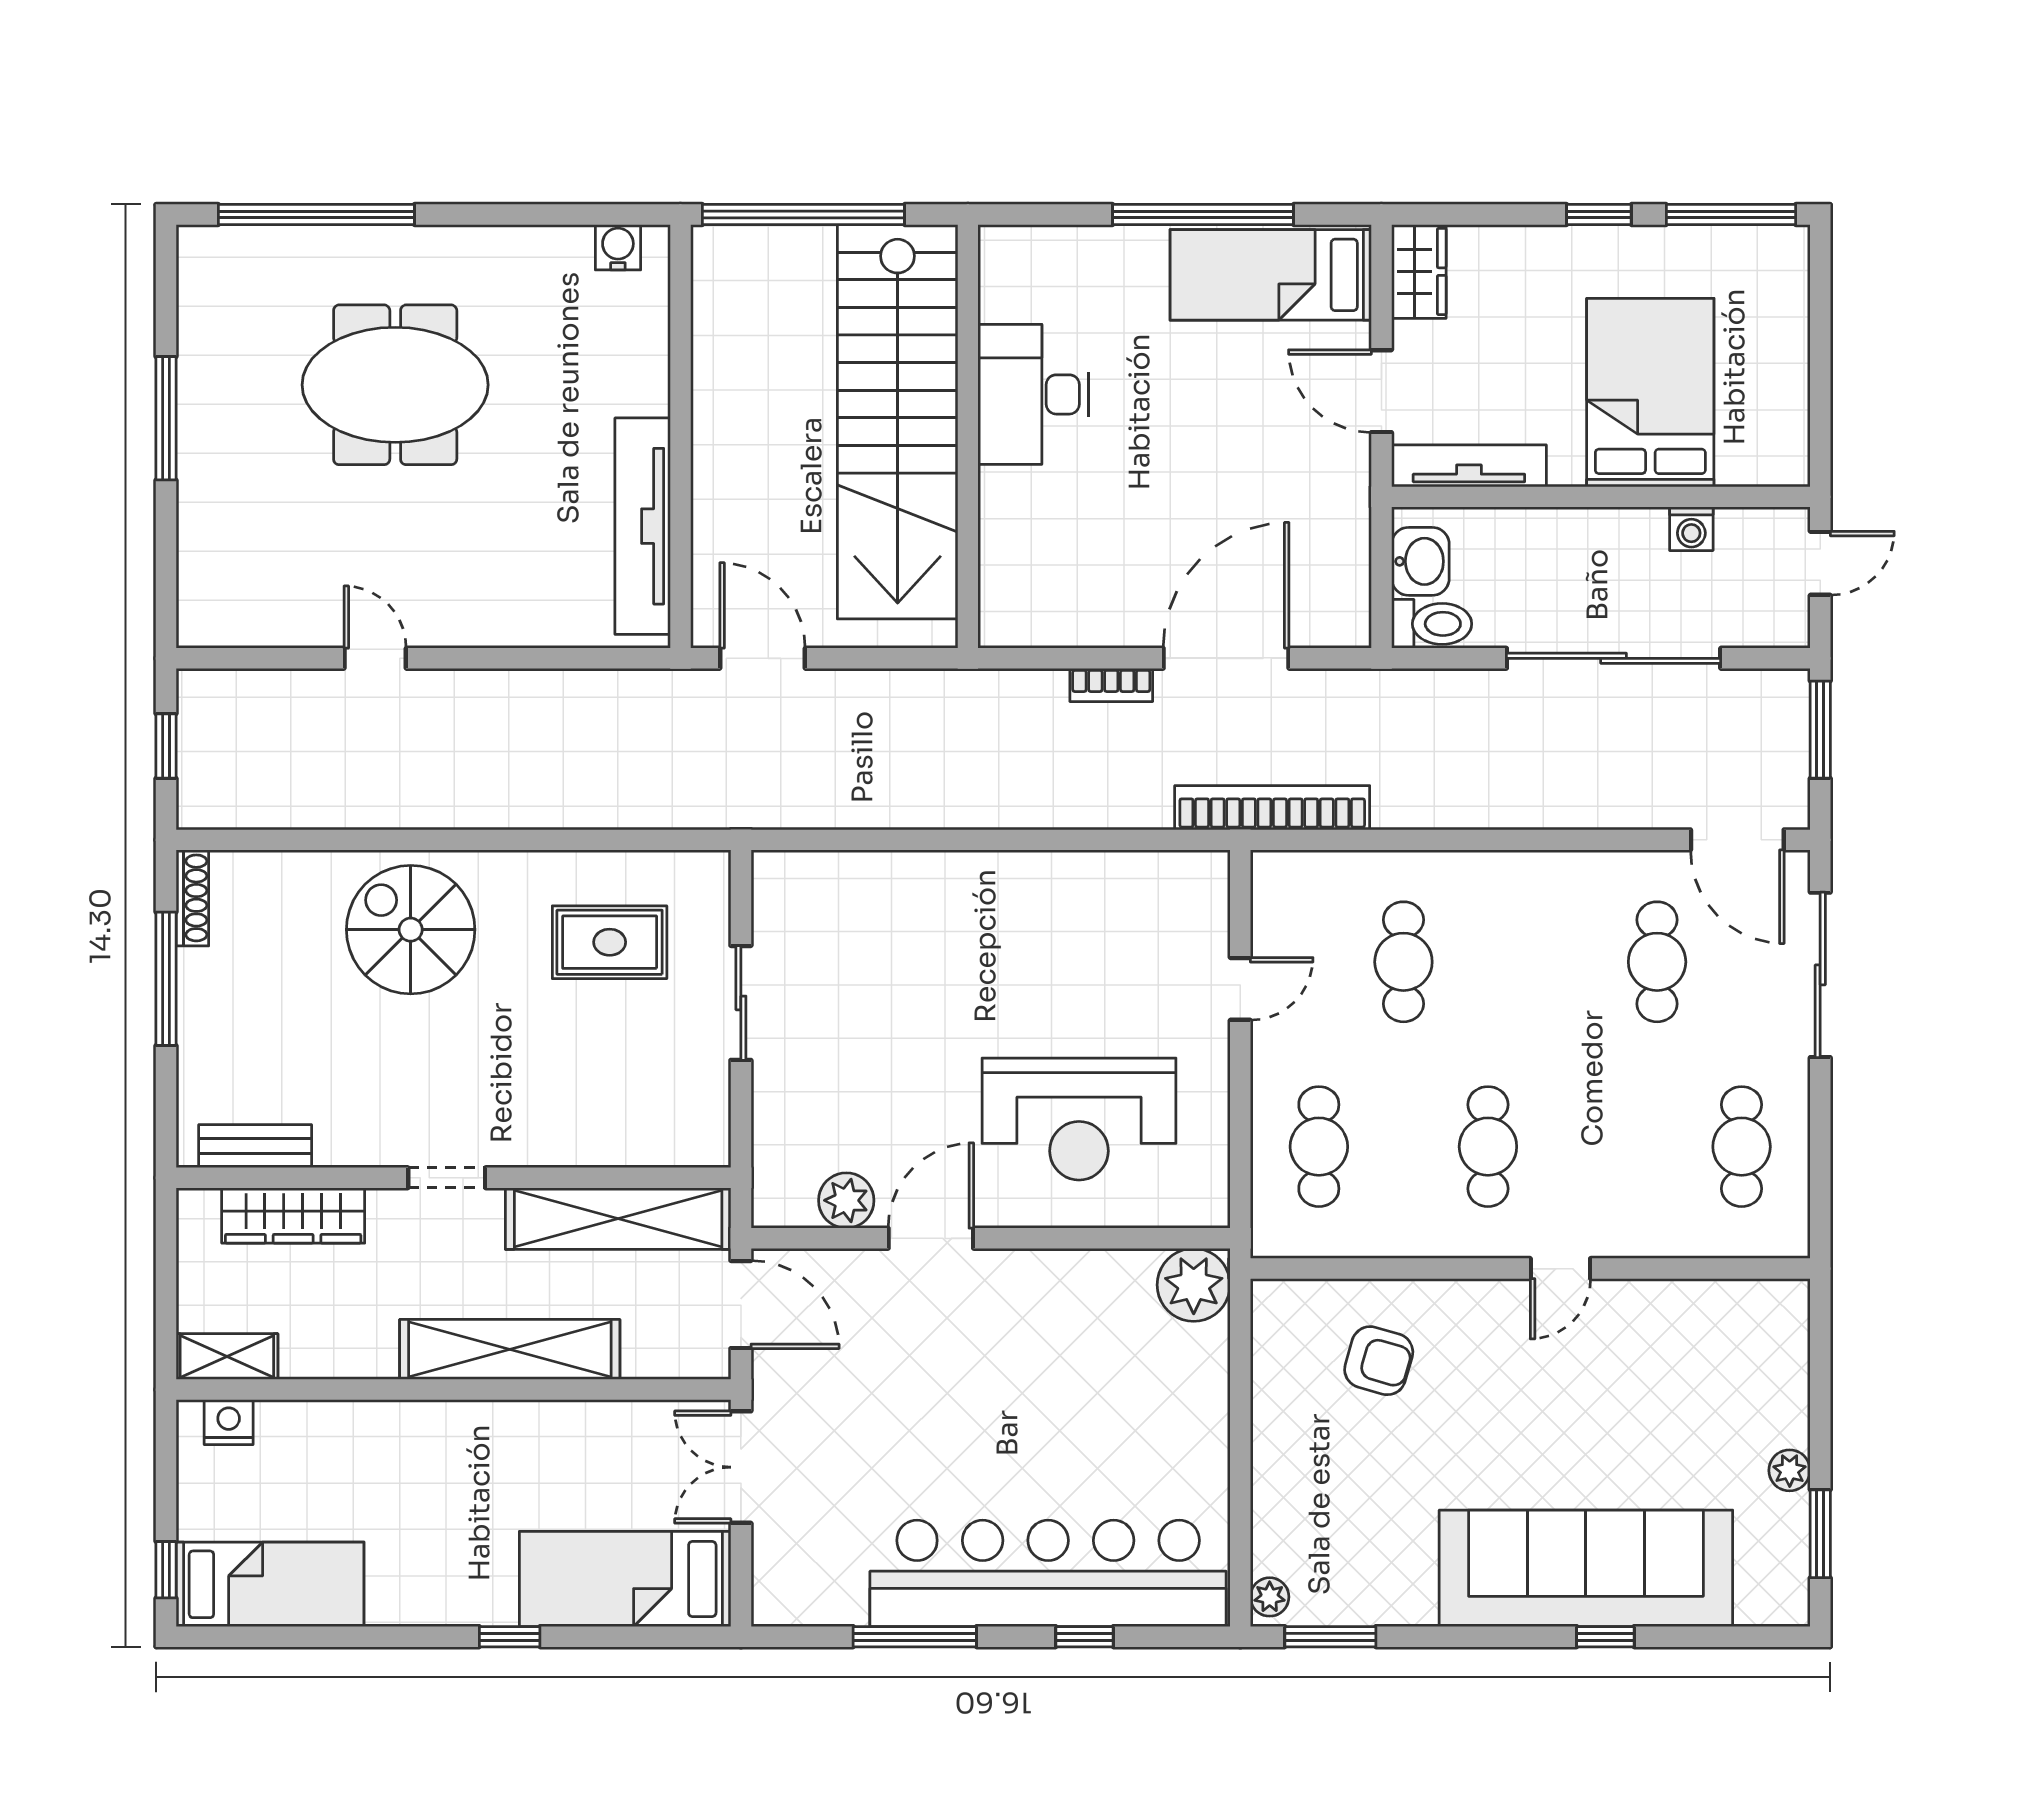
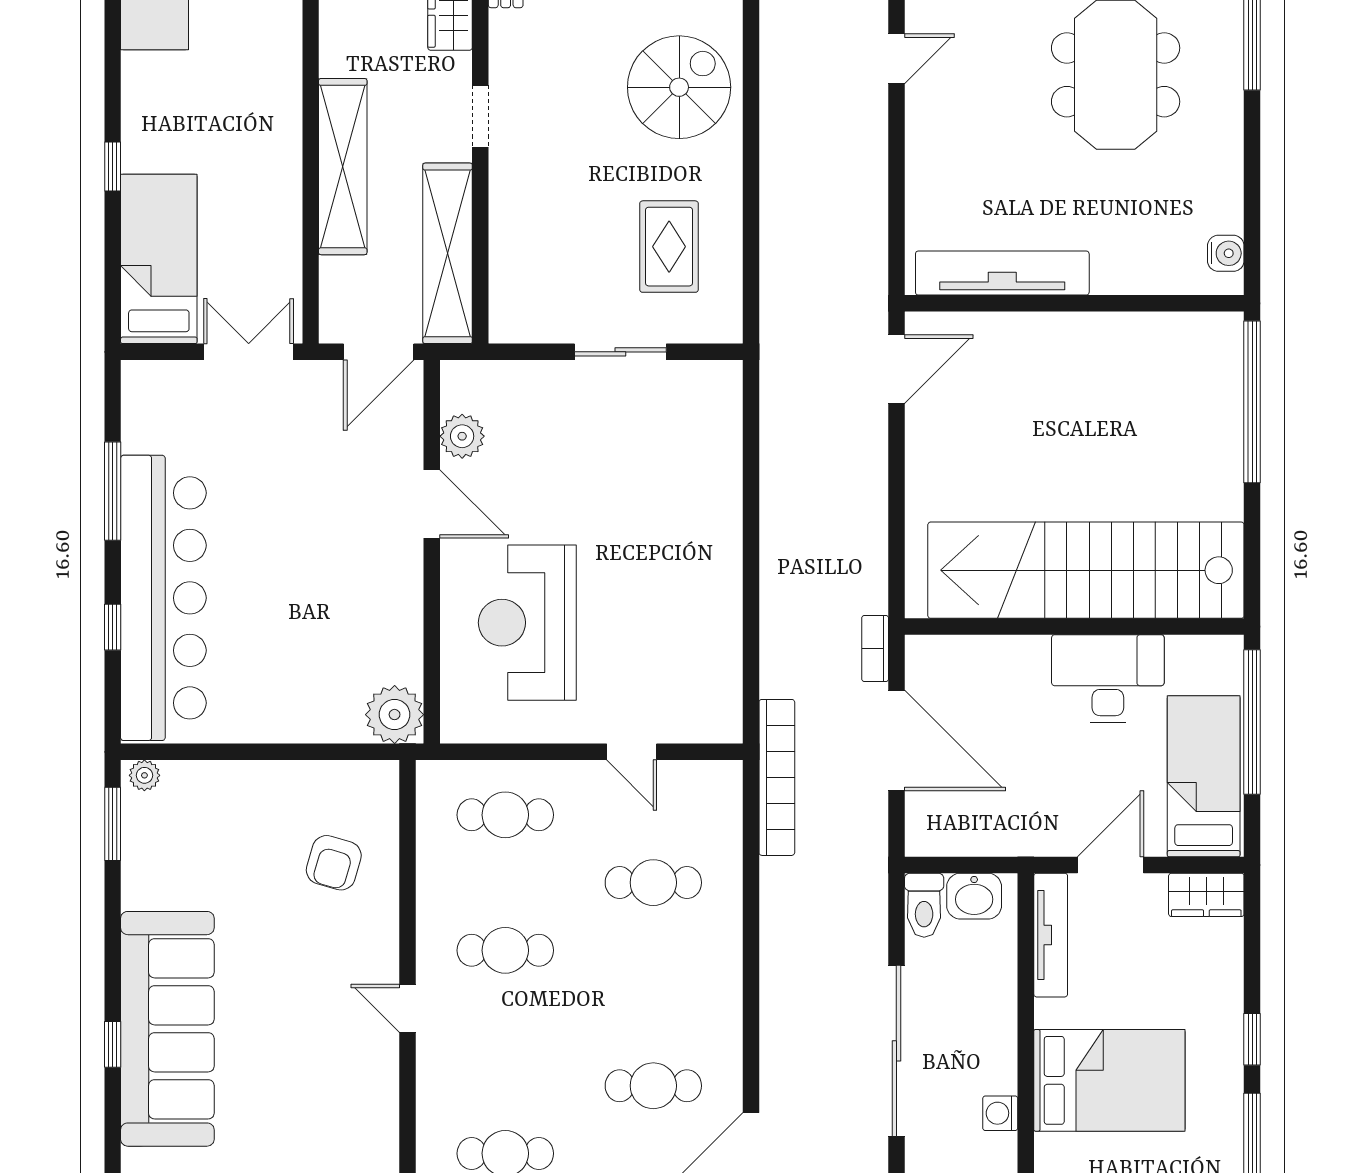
desk: (1033, 394) -> (1108, 679), moved
stairs: (898, 422) -> (1086, 570), moved
wall: (968, 436) -> (1074, 627), moved

